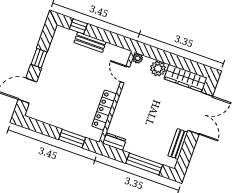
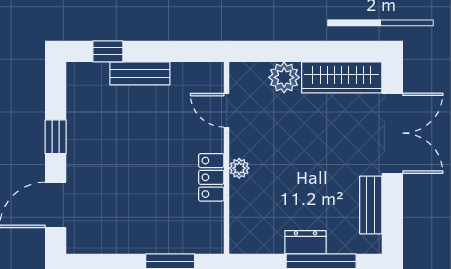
plant: (138, 58) -> (239, 168), moved
locker: (104, 110) -> (211, 177), width x0.66
dresser: (115, 142) -> (305, 242), moved

